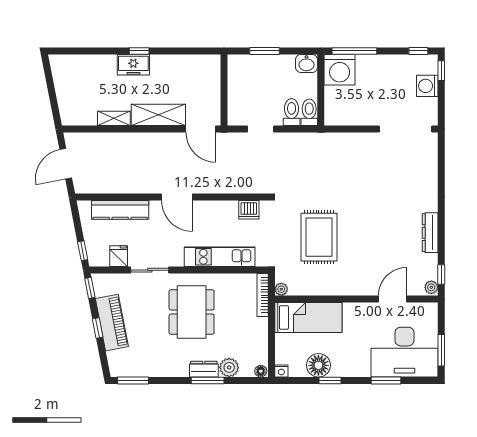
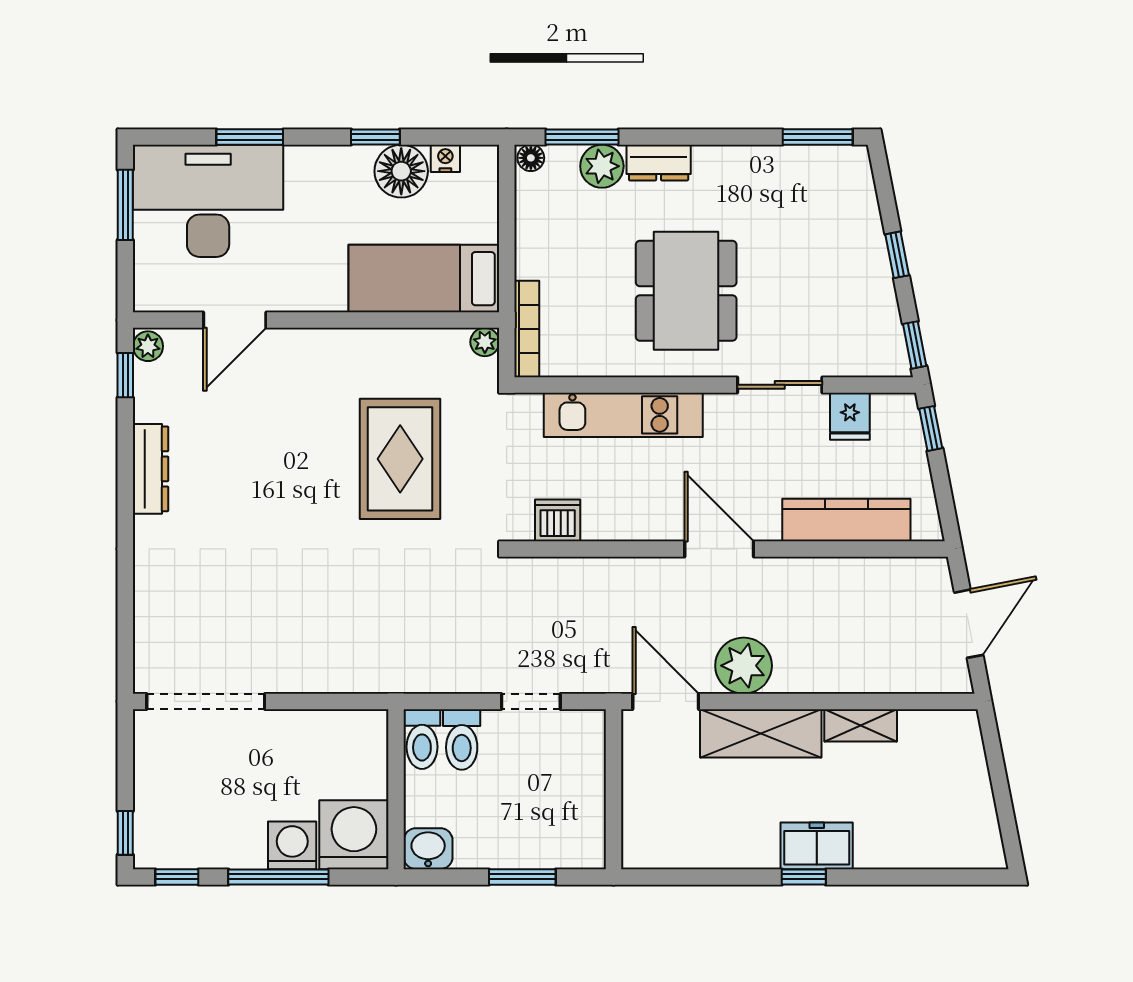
window: (354, 51) -> (278, 877), moved
washing machine: (427, 86) -> (292, 845), moved, turned -90
plant: (166, 145) -> (744, 666), added
piano: (112, 323) -> (865, 267), removed
nightstand: (281, 371) -> (445, 158), moved
window: (208, 381) -> (582, 137), moved

